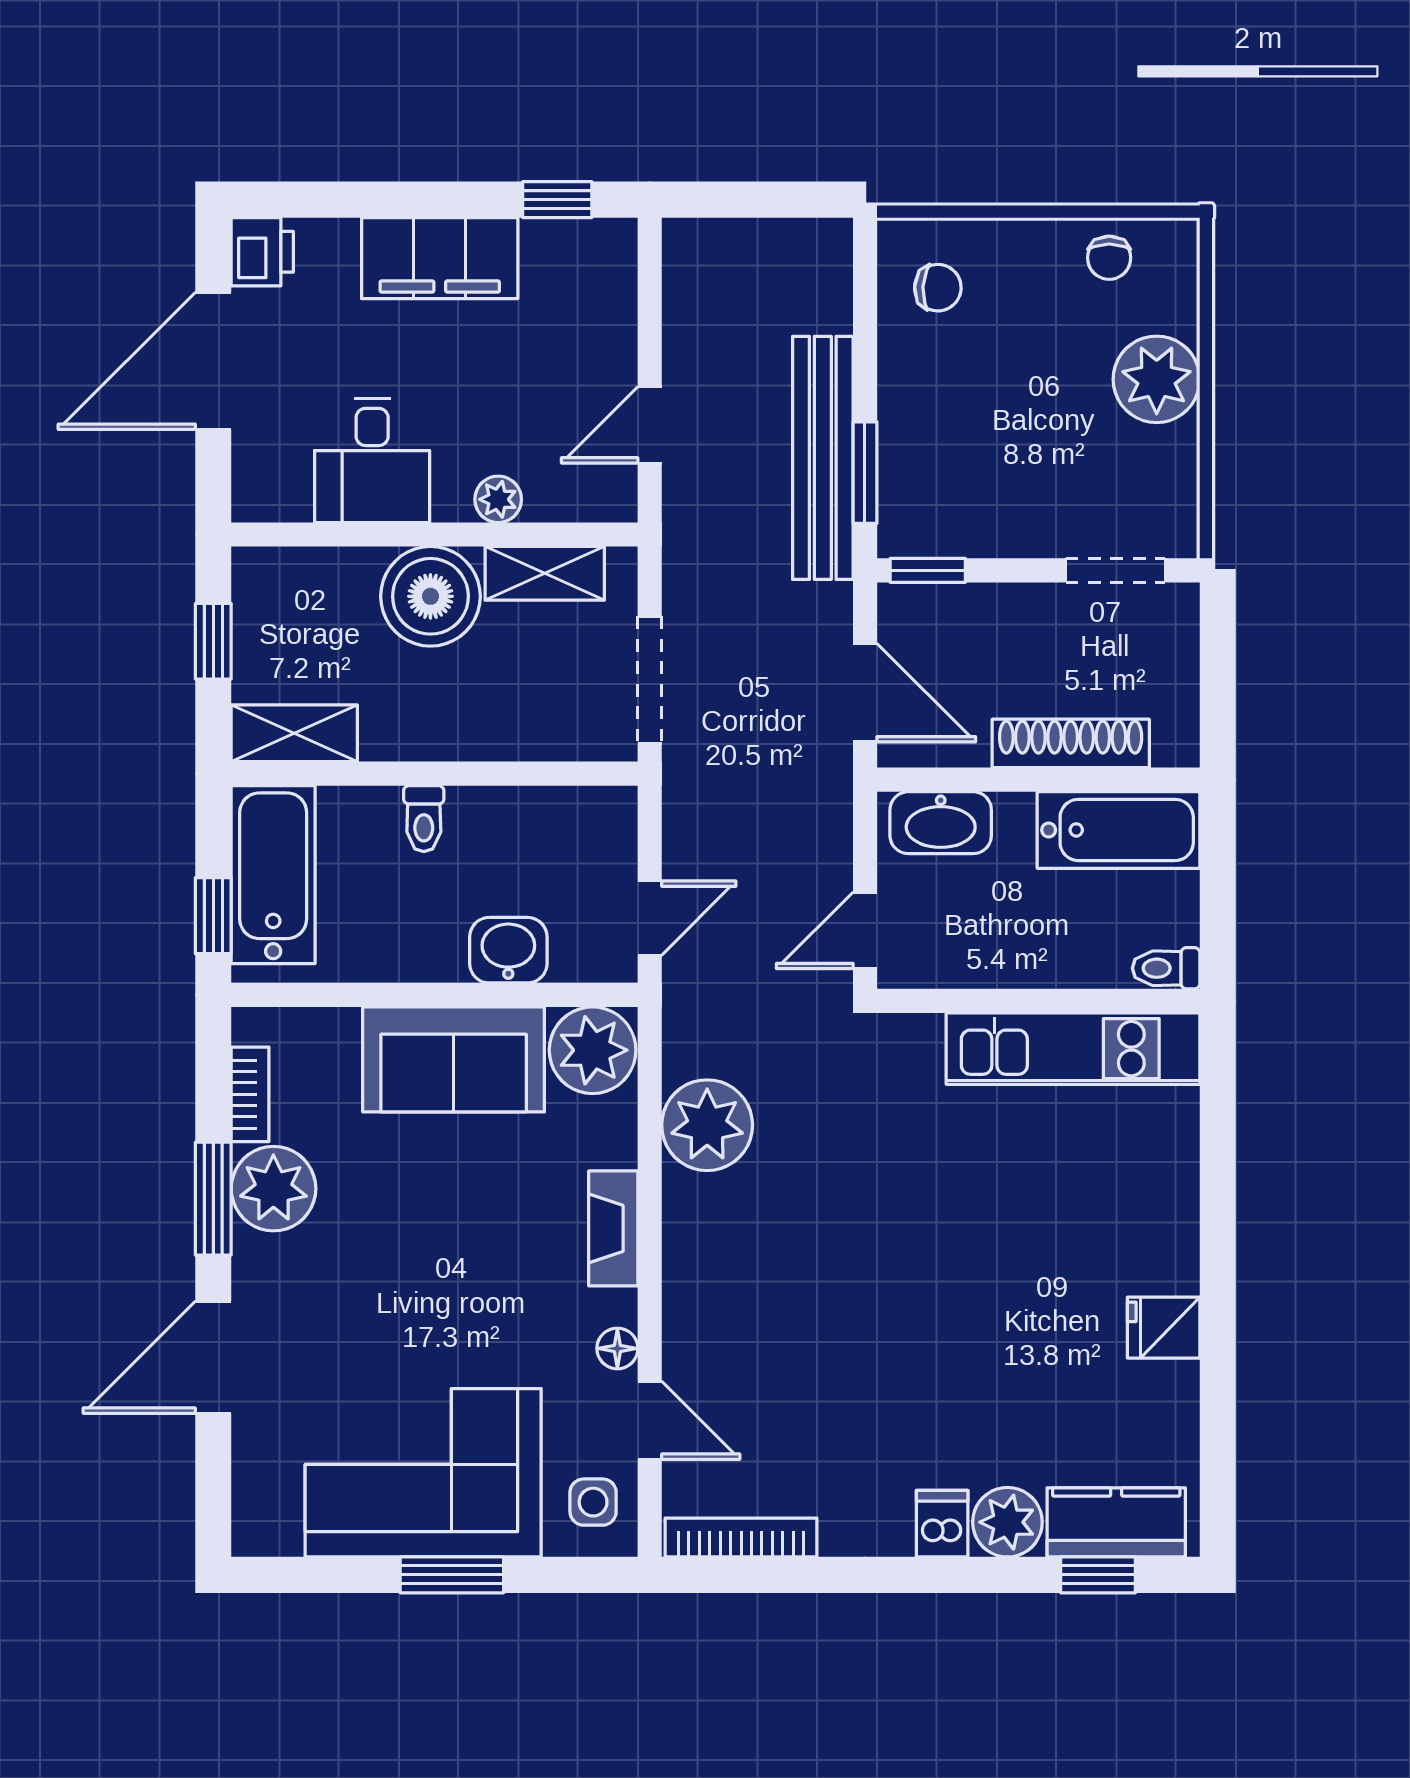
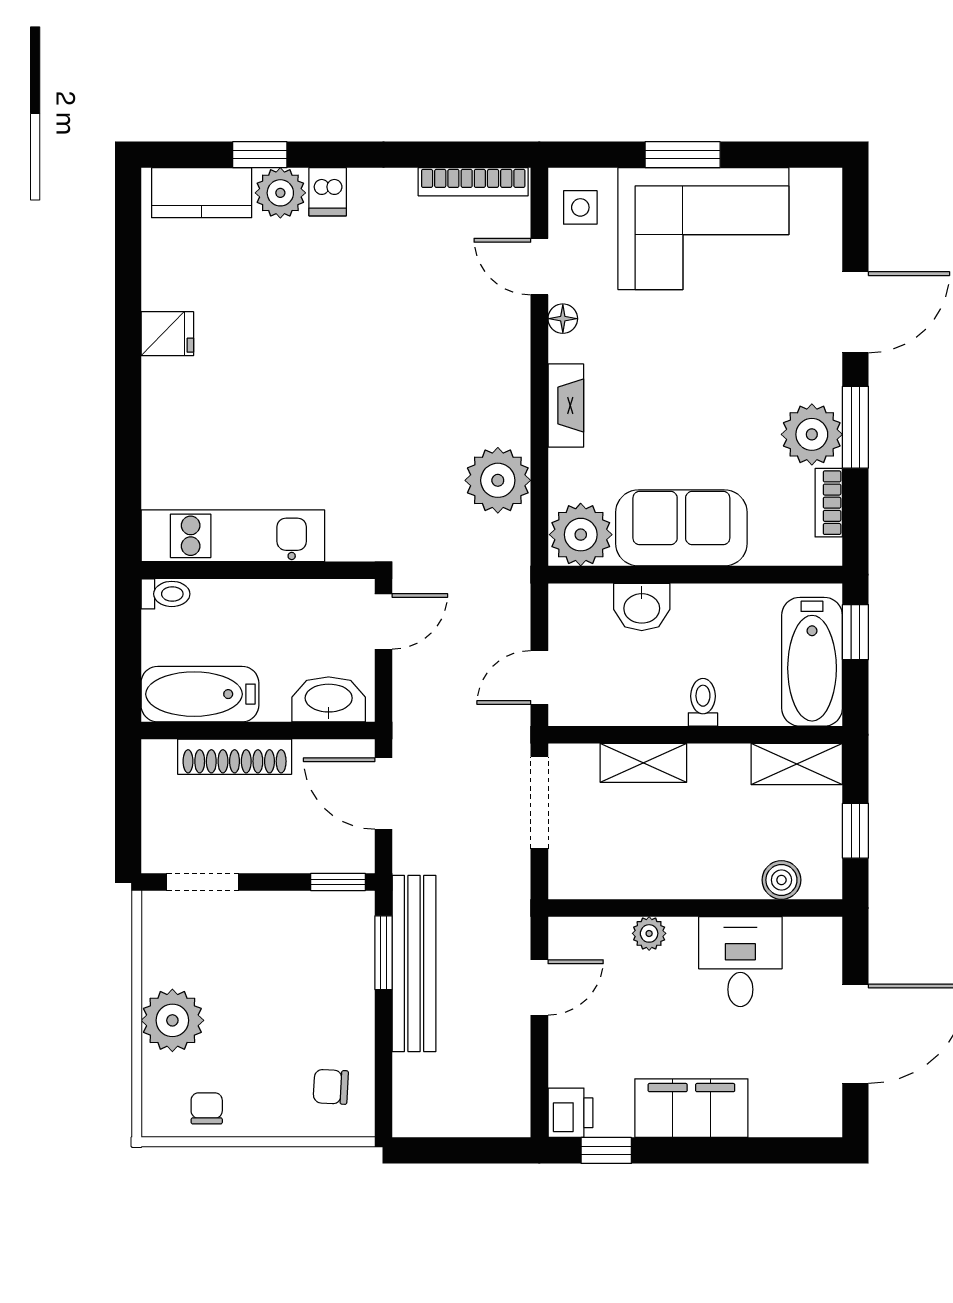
printer: (262, 252) -> (570, 1113), moved, turned 180
shelving: (545, 573) -> (643, 763), moved
boiler: (430, 596) -> (781, 880), moved, width x0.54, depth x0.54
door: (650, 918) -> (539, 678), moved
window: (1098, 1575) -> (260, 155), moved

